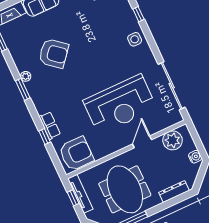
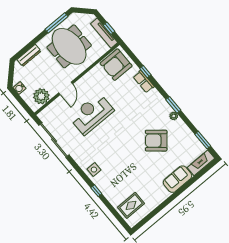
reception desk: (120, 104) -> (92, 114), width x0.74, depth x0.77

